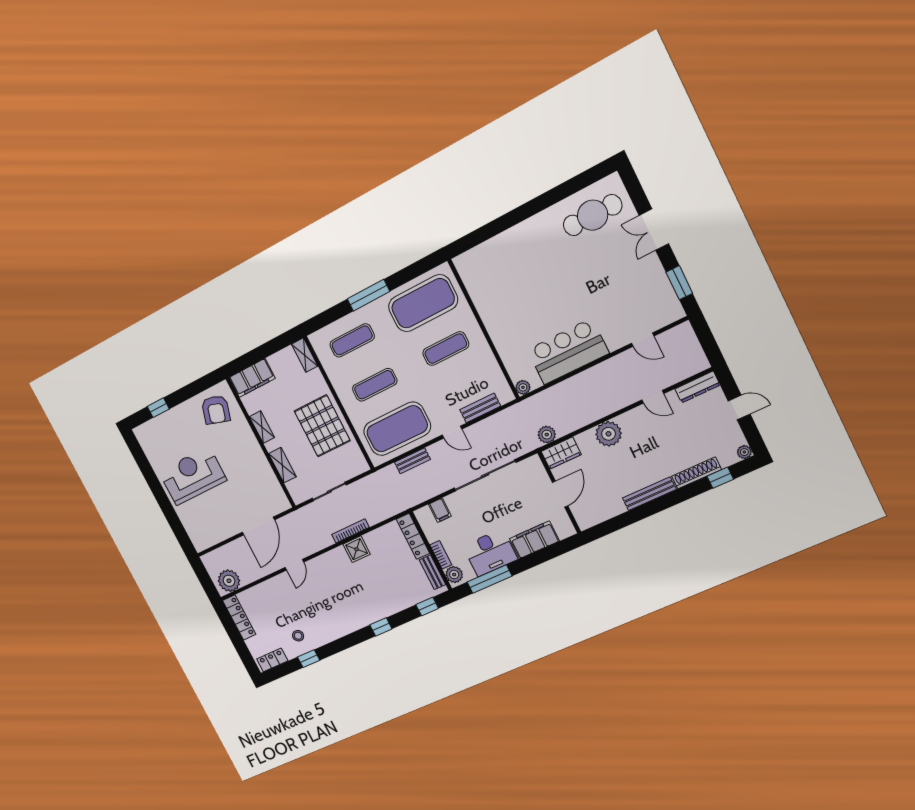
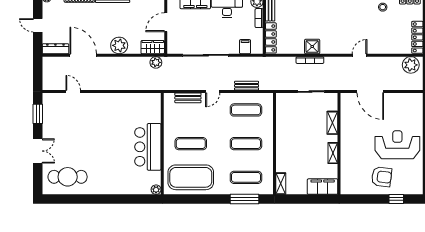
window: (368, 295) -> (245, 199), moved
bar counter: (568, 351) -> (148, 147), moved, turned 90
plant: (523, 387) -> (156, 190), moved
door: (653, 397) -> (83, 55), width x1.87
armchair: (216, 410) -> (382, 177), moved, turned 80
pallet: (322, 426) -> (293, 135), removed
exercise mat: (397, 429) -> (246, 110), width x0.50, depth x0.69
door: (452, 432) -> (213, 92), swing flipped
reception desk: (193, 476) -> (397, 145), turned 180
door: (258, 526) -> (370, 92), swing flipped

